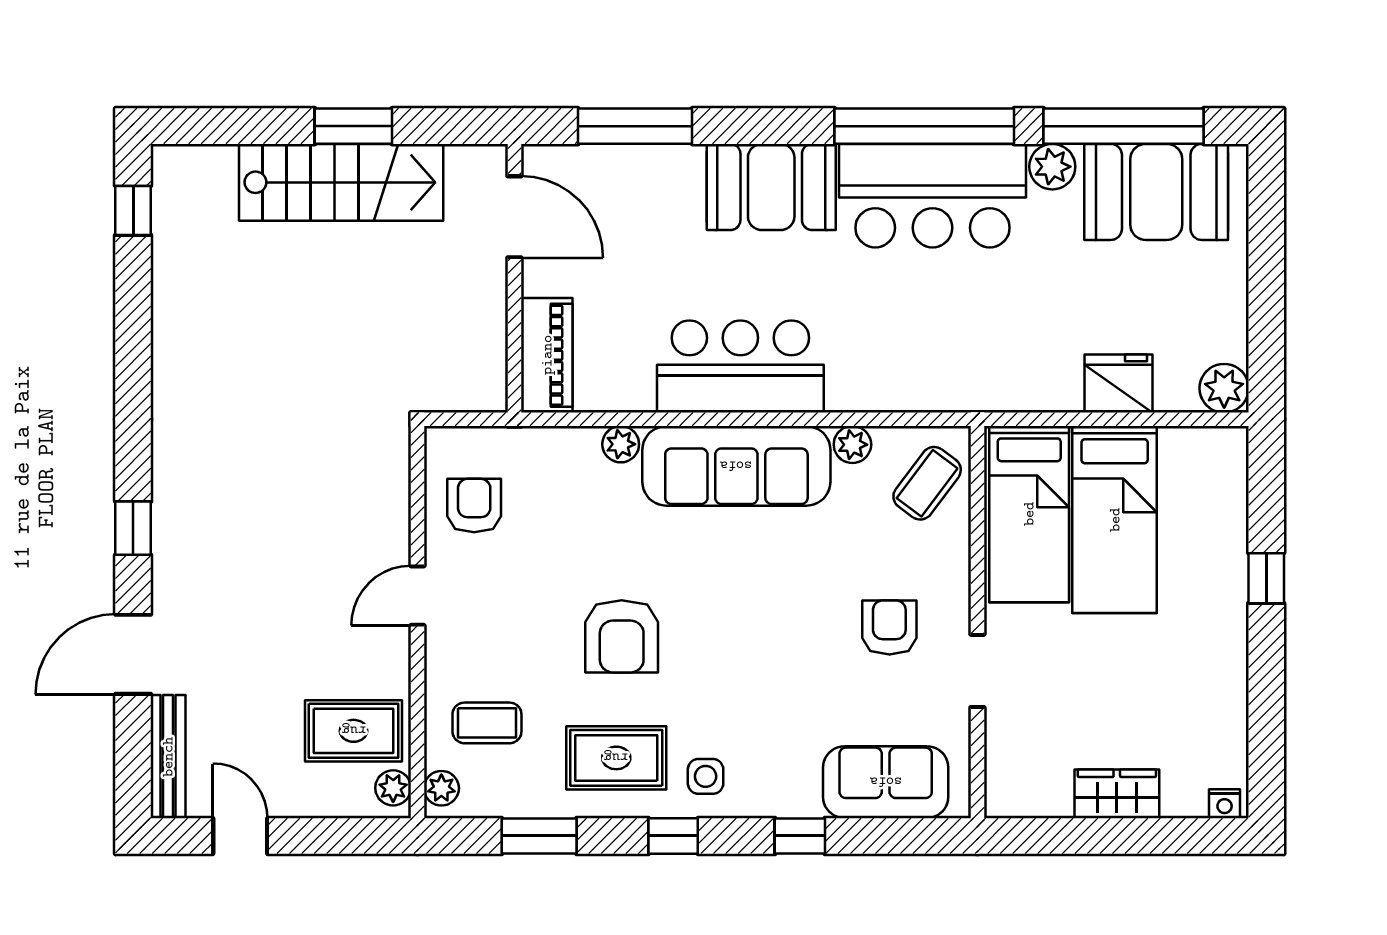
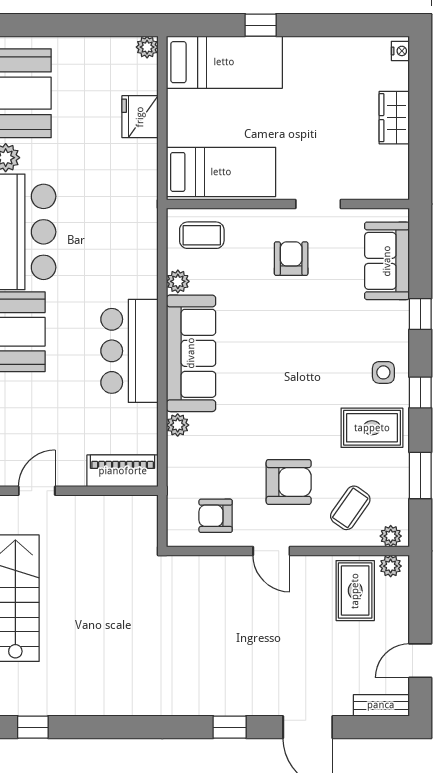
door: (514, 217) -> (37, 491), width x0.73
plant: (1224, 388) -> (147, 47), width x0.73, depth x0.73
coffee table: (927, 483) -> (202, 235), turned -37
bed: (1115, 520) -> (224, 62), moved
armchair: (889, 627) -> (291, 259), turned 90
armchair: (622, 636) -> (289, 482), moved
coffee table: (487, 723) -> (350, 508), turned 35
bench: (168, 757) -> (381, 705), width x0.73
rug: (616, 758) -> (372, 428), turned 90

